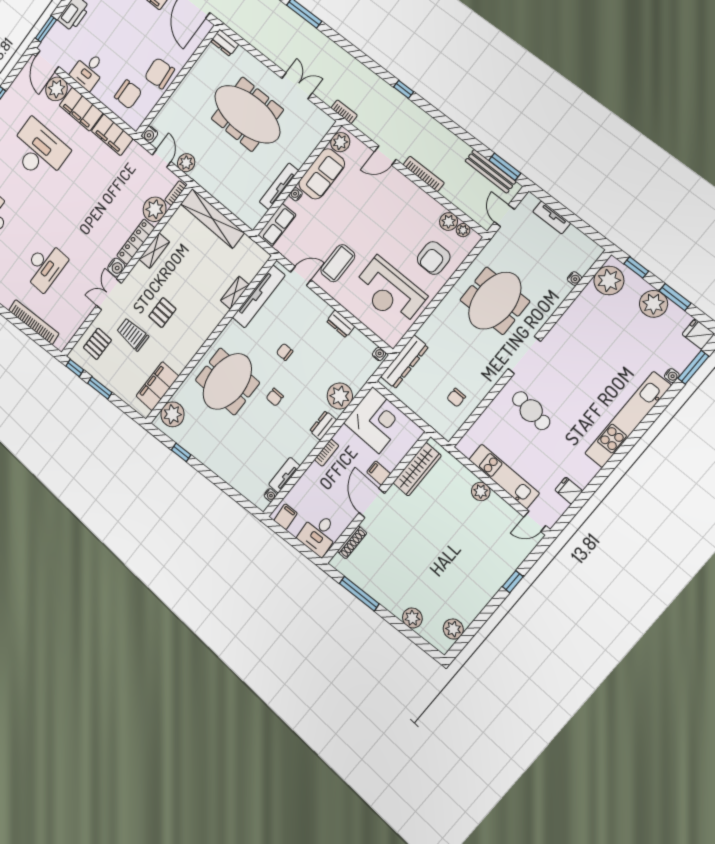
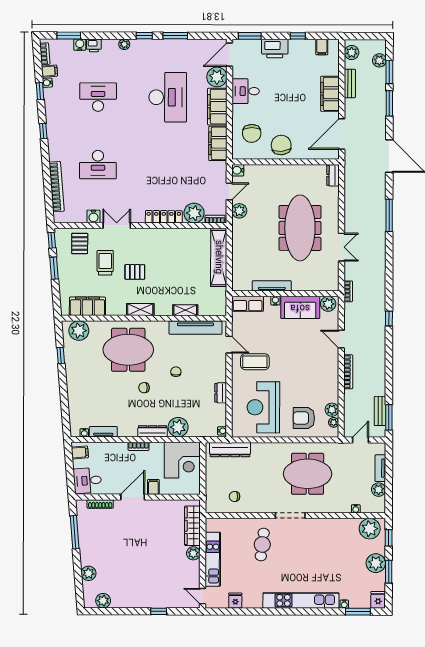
bench: (490, 171) -> (380, 411), width x0.73
plant: (573, 237) -> (379, 490), added
shelving: (154, 251) -> (140, 309), moved
water cooler: (116, 267) -> (93, 216), moved
pallet: (97, 344) -> (80, 243), turned 90
dresser: (323, 425) -> (152, 431), width x1.44
wardrobe: (417, 469) -> (192, 526), moved, turned 90

